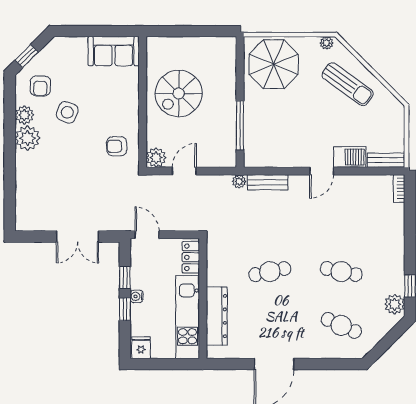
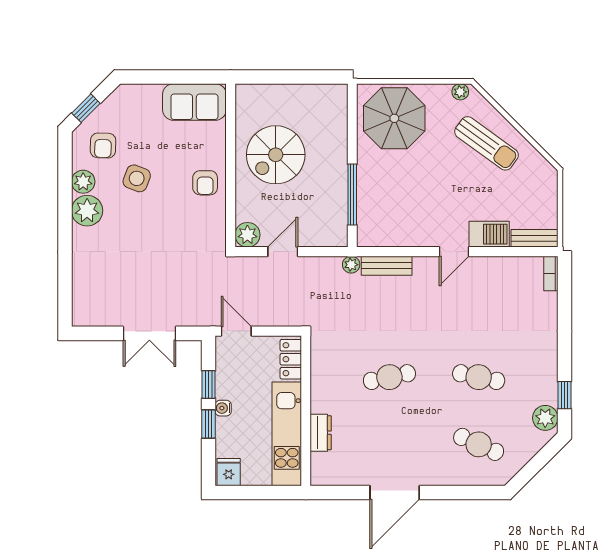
armchair: (117, 146) -> (205, 183), moved, turned -90
dresser: (217, 316) -> (321, 433), width x0.51, depth x0.80

